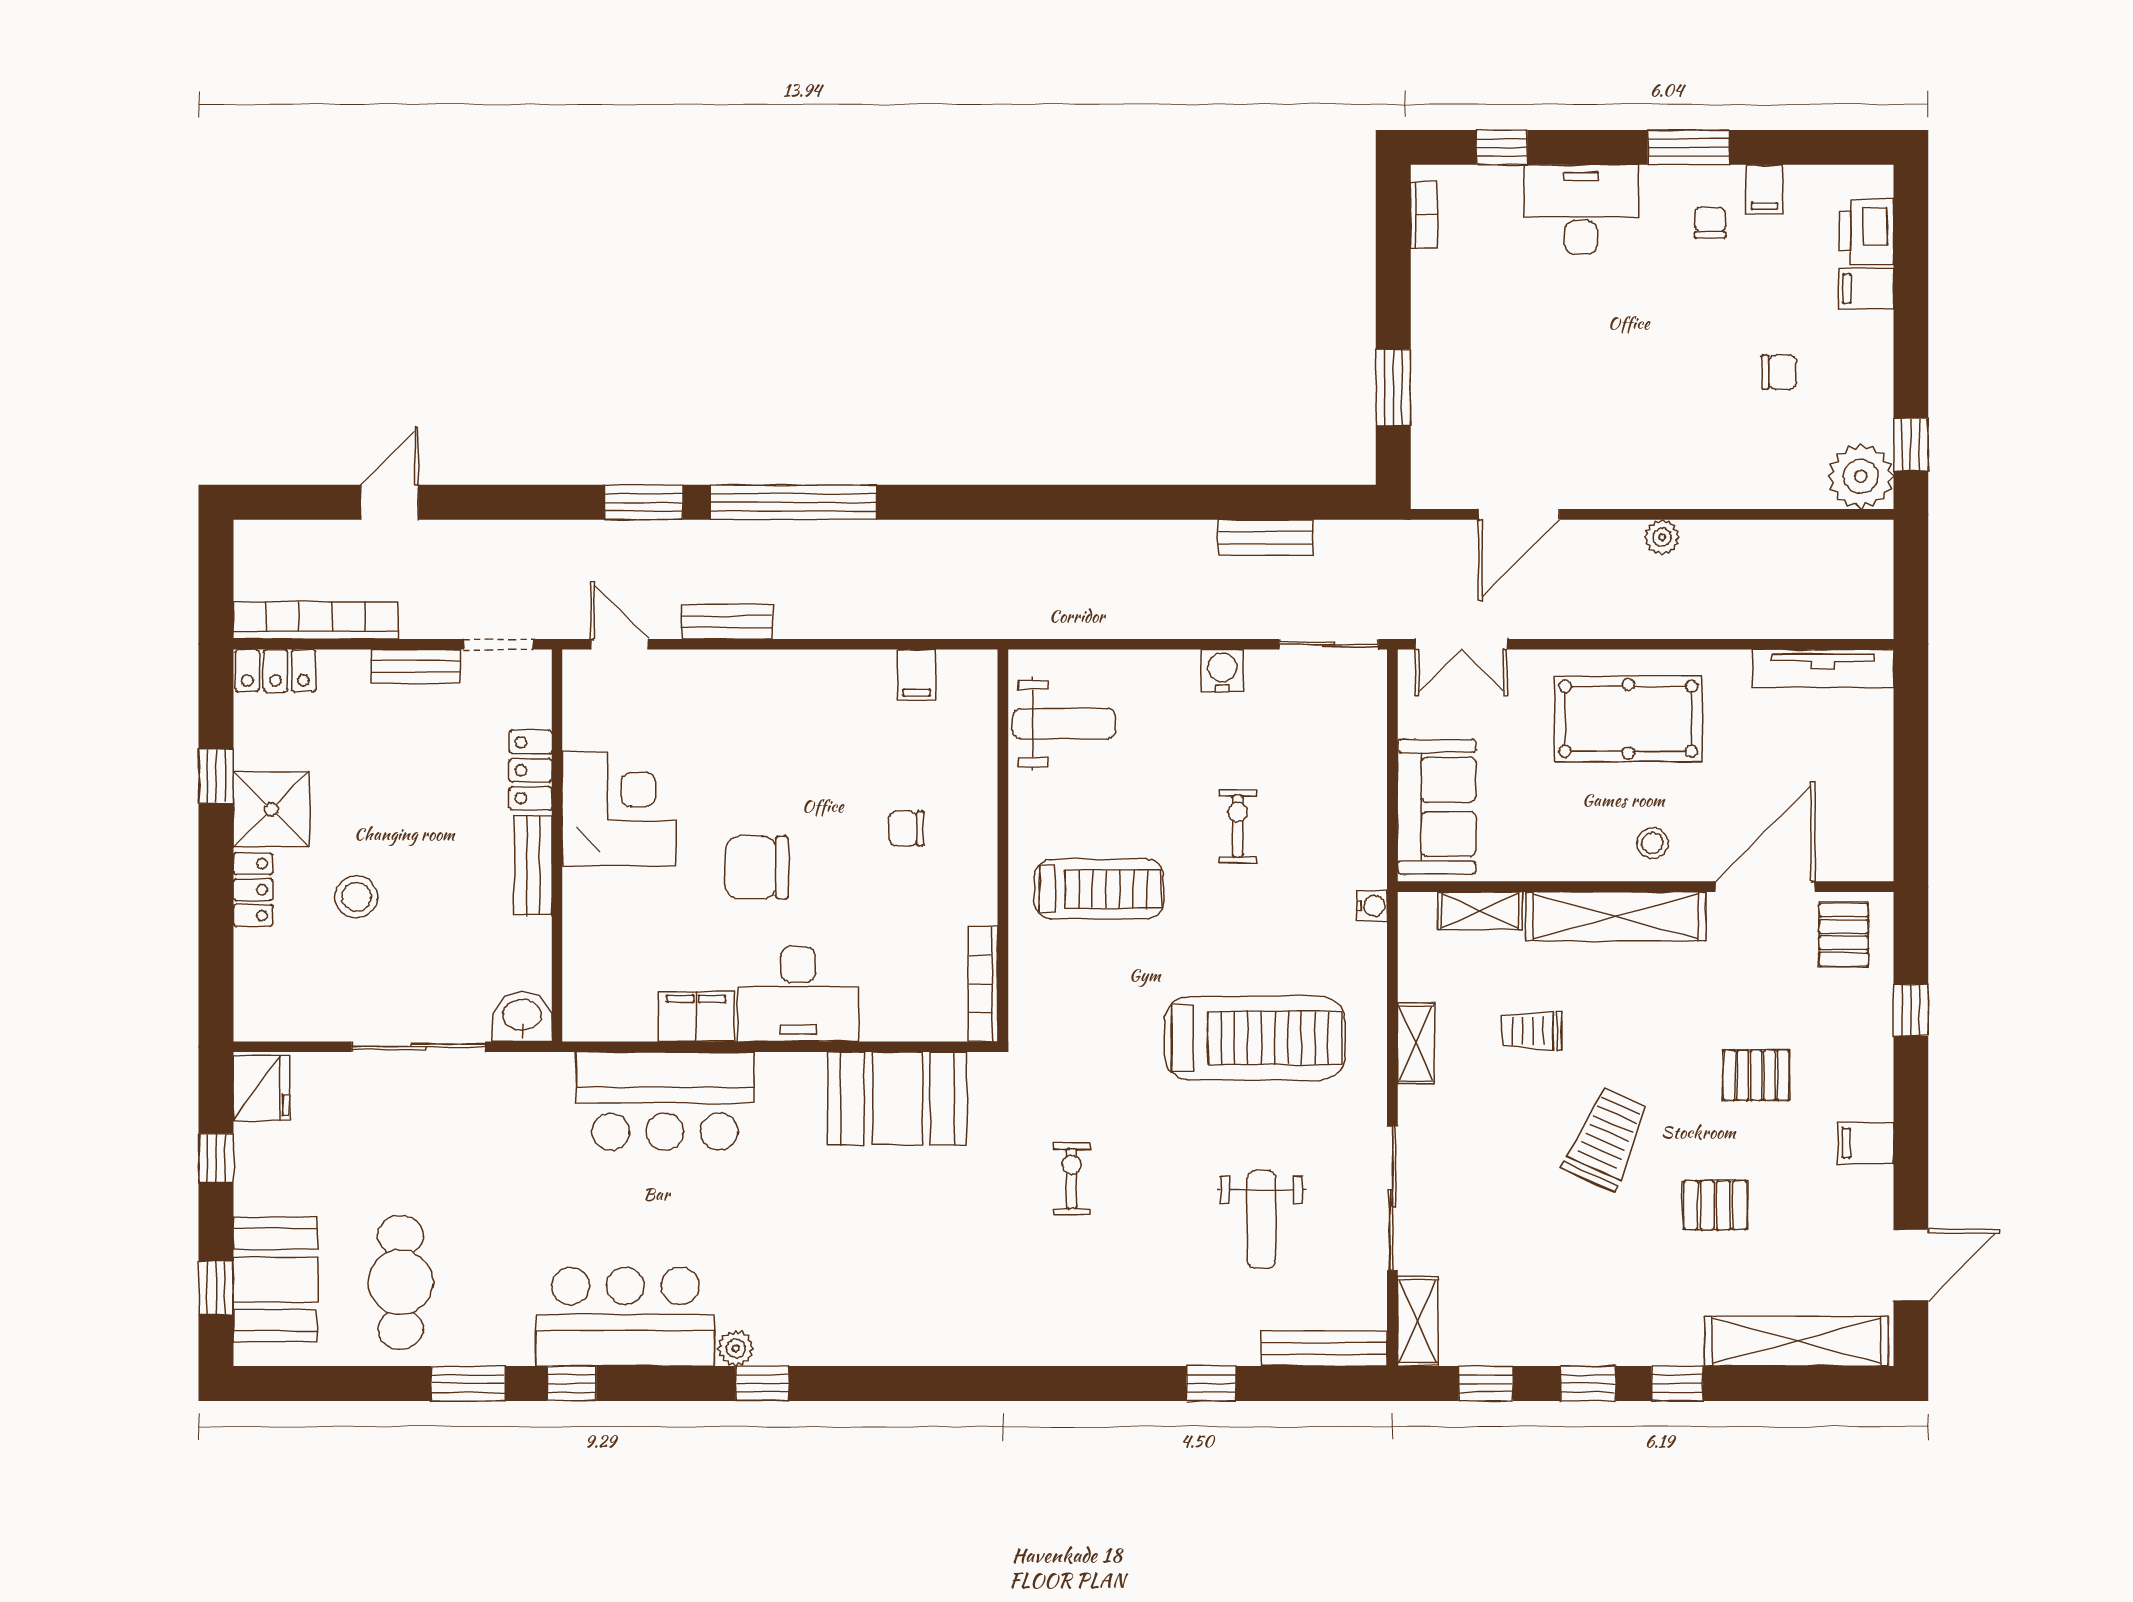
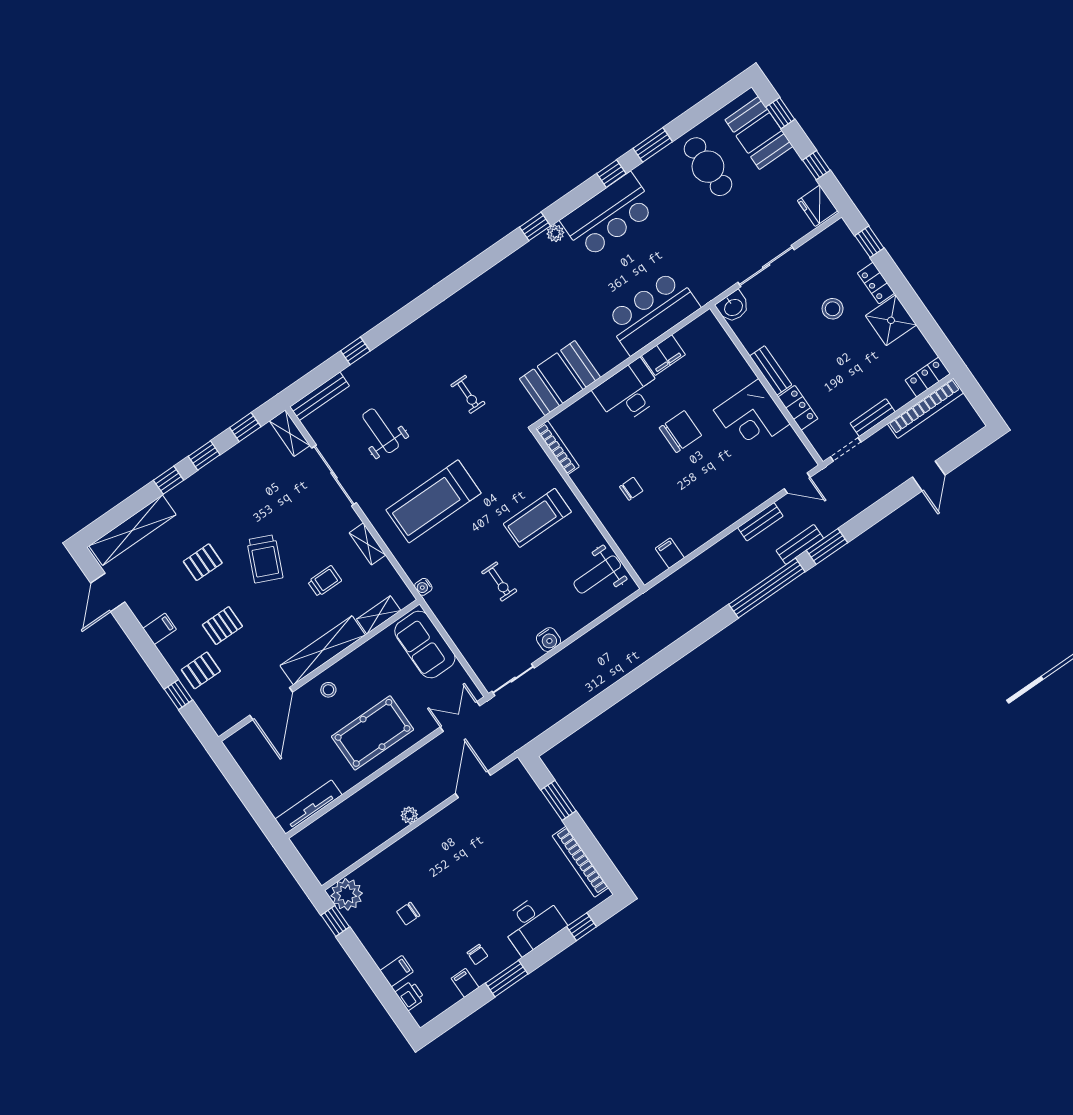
bookcase: (1424, 215) -> (580, 862), width x2.31, depth x1.31
printer: (1867, 232) -> (410, 995), width x0.73, depth x0.81
bench: (1265, 538) -> (800, 544), moved
window: (216, 776) -> (869, 242), moved
pallet: (1844, 935) -> (201, 670), moved, turned 90

